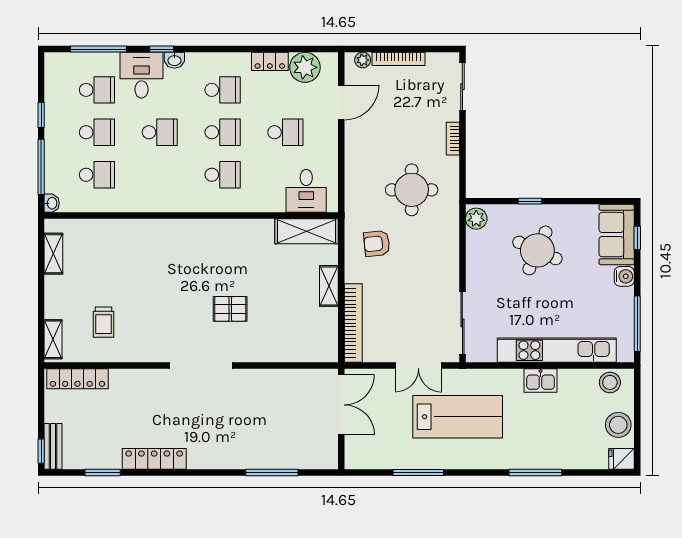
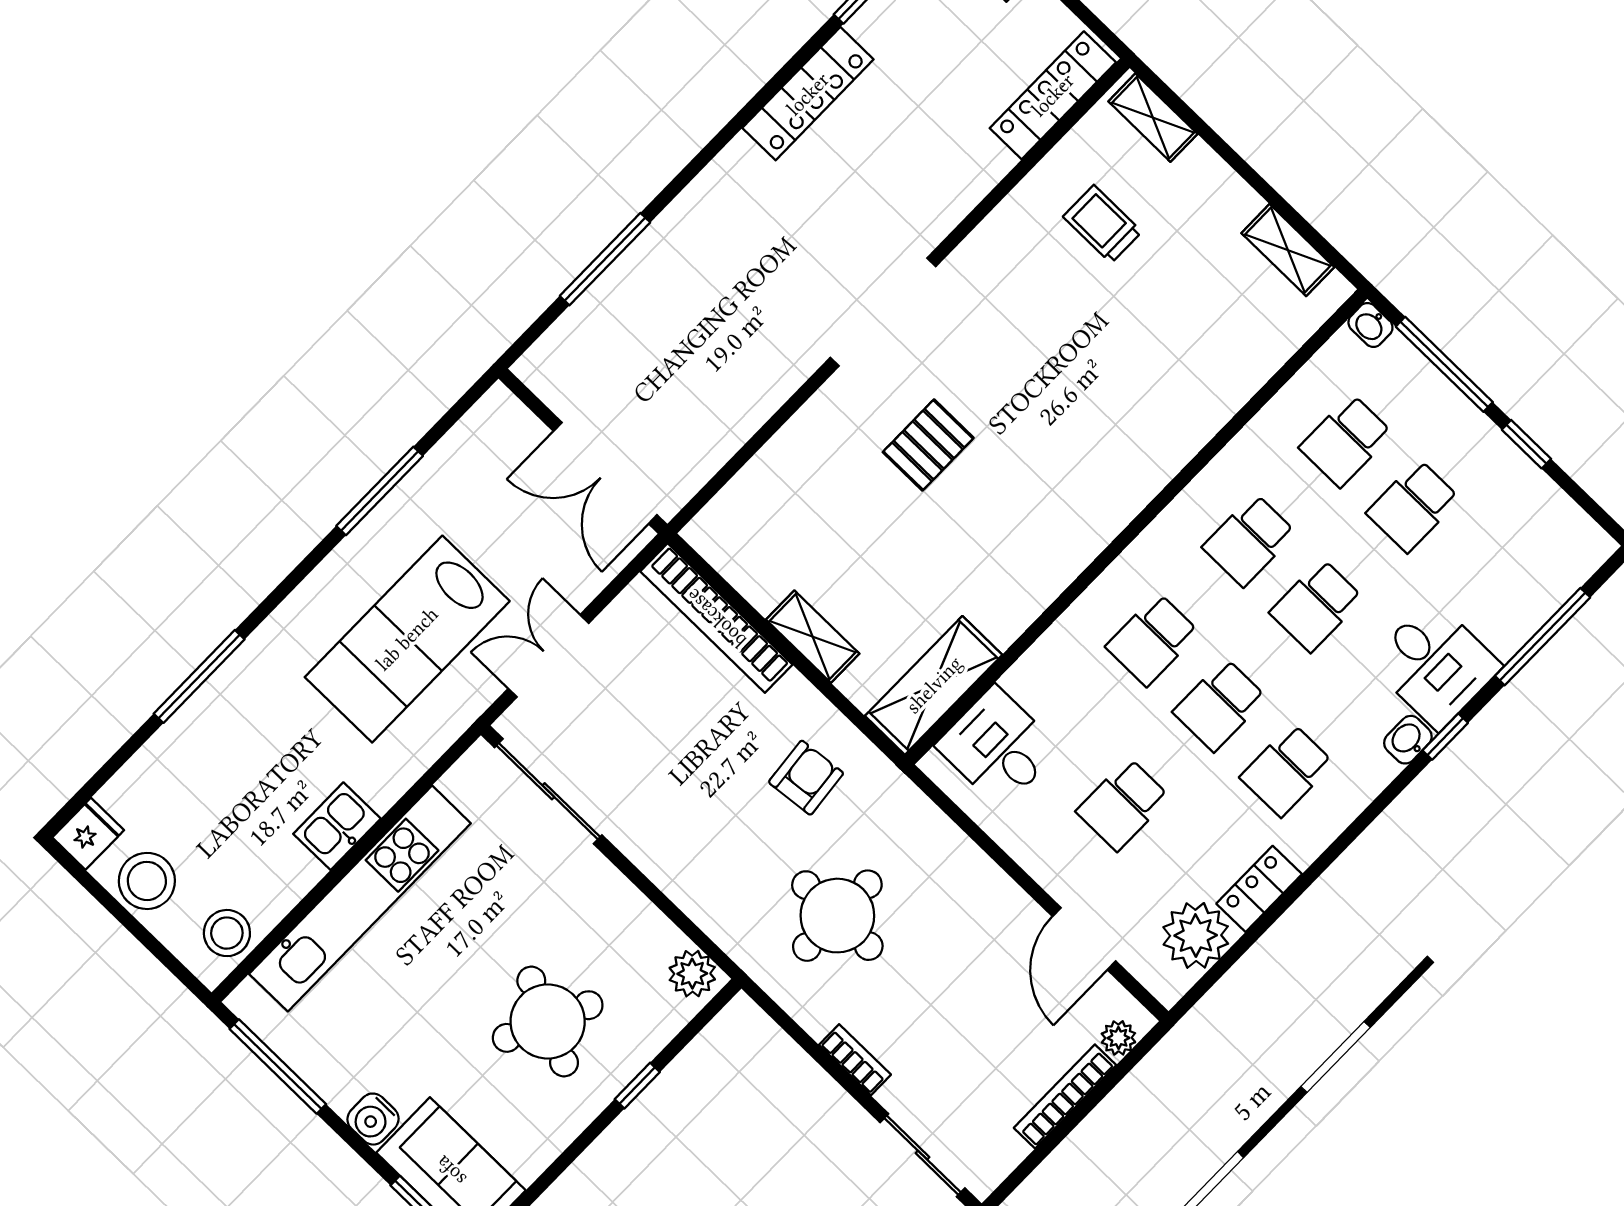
school desk: (97, 90) -> (1249, 540), moved

